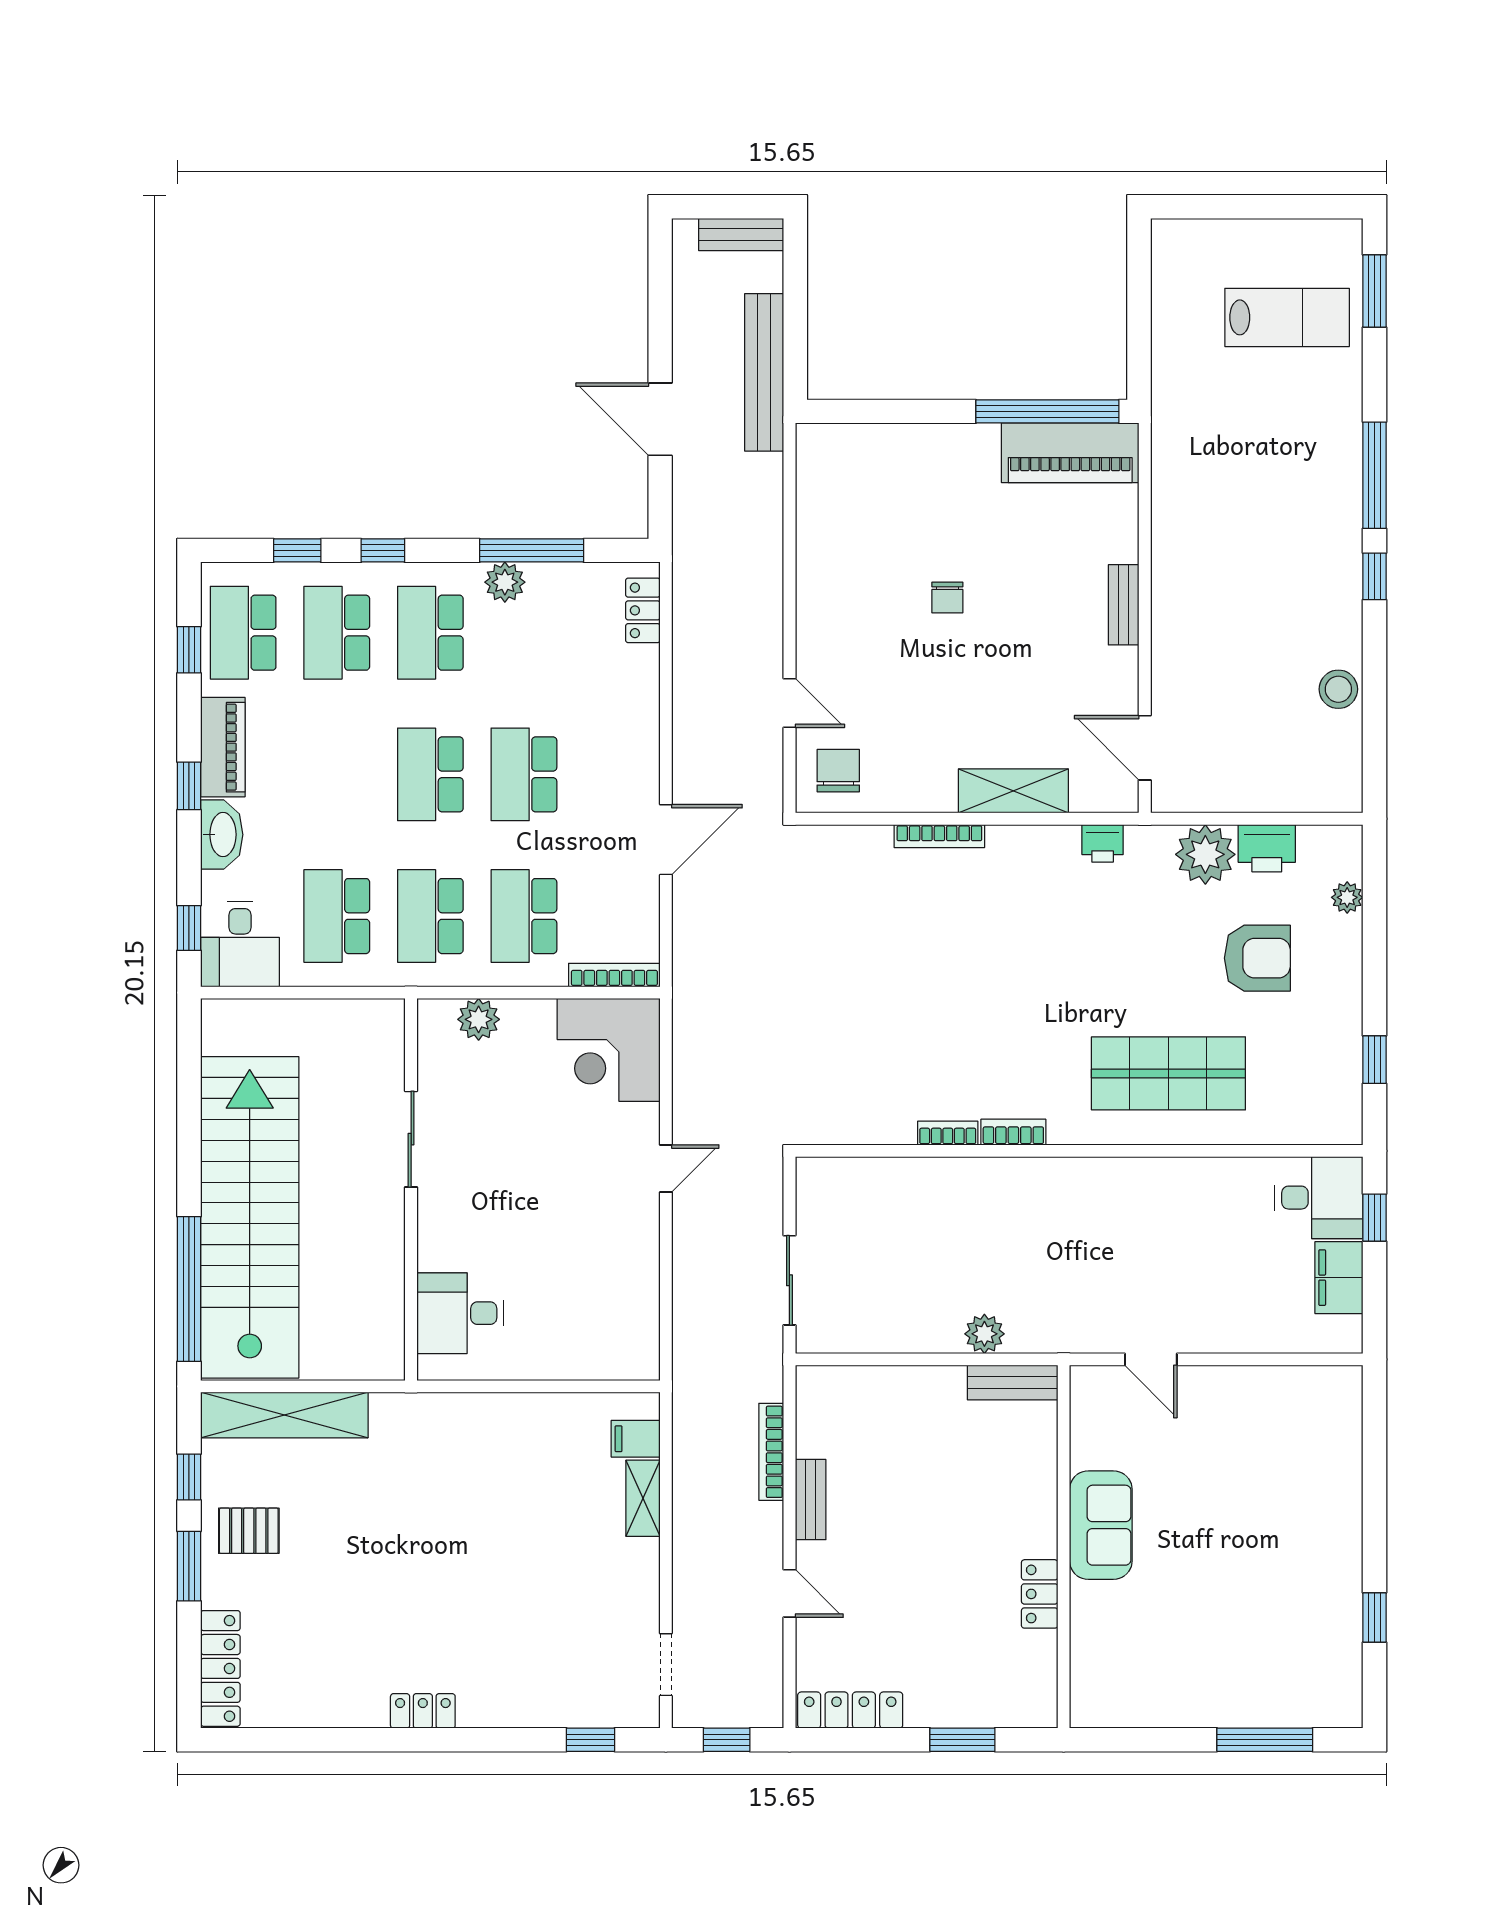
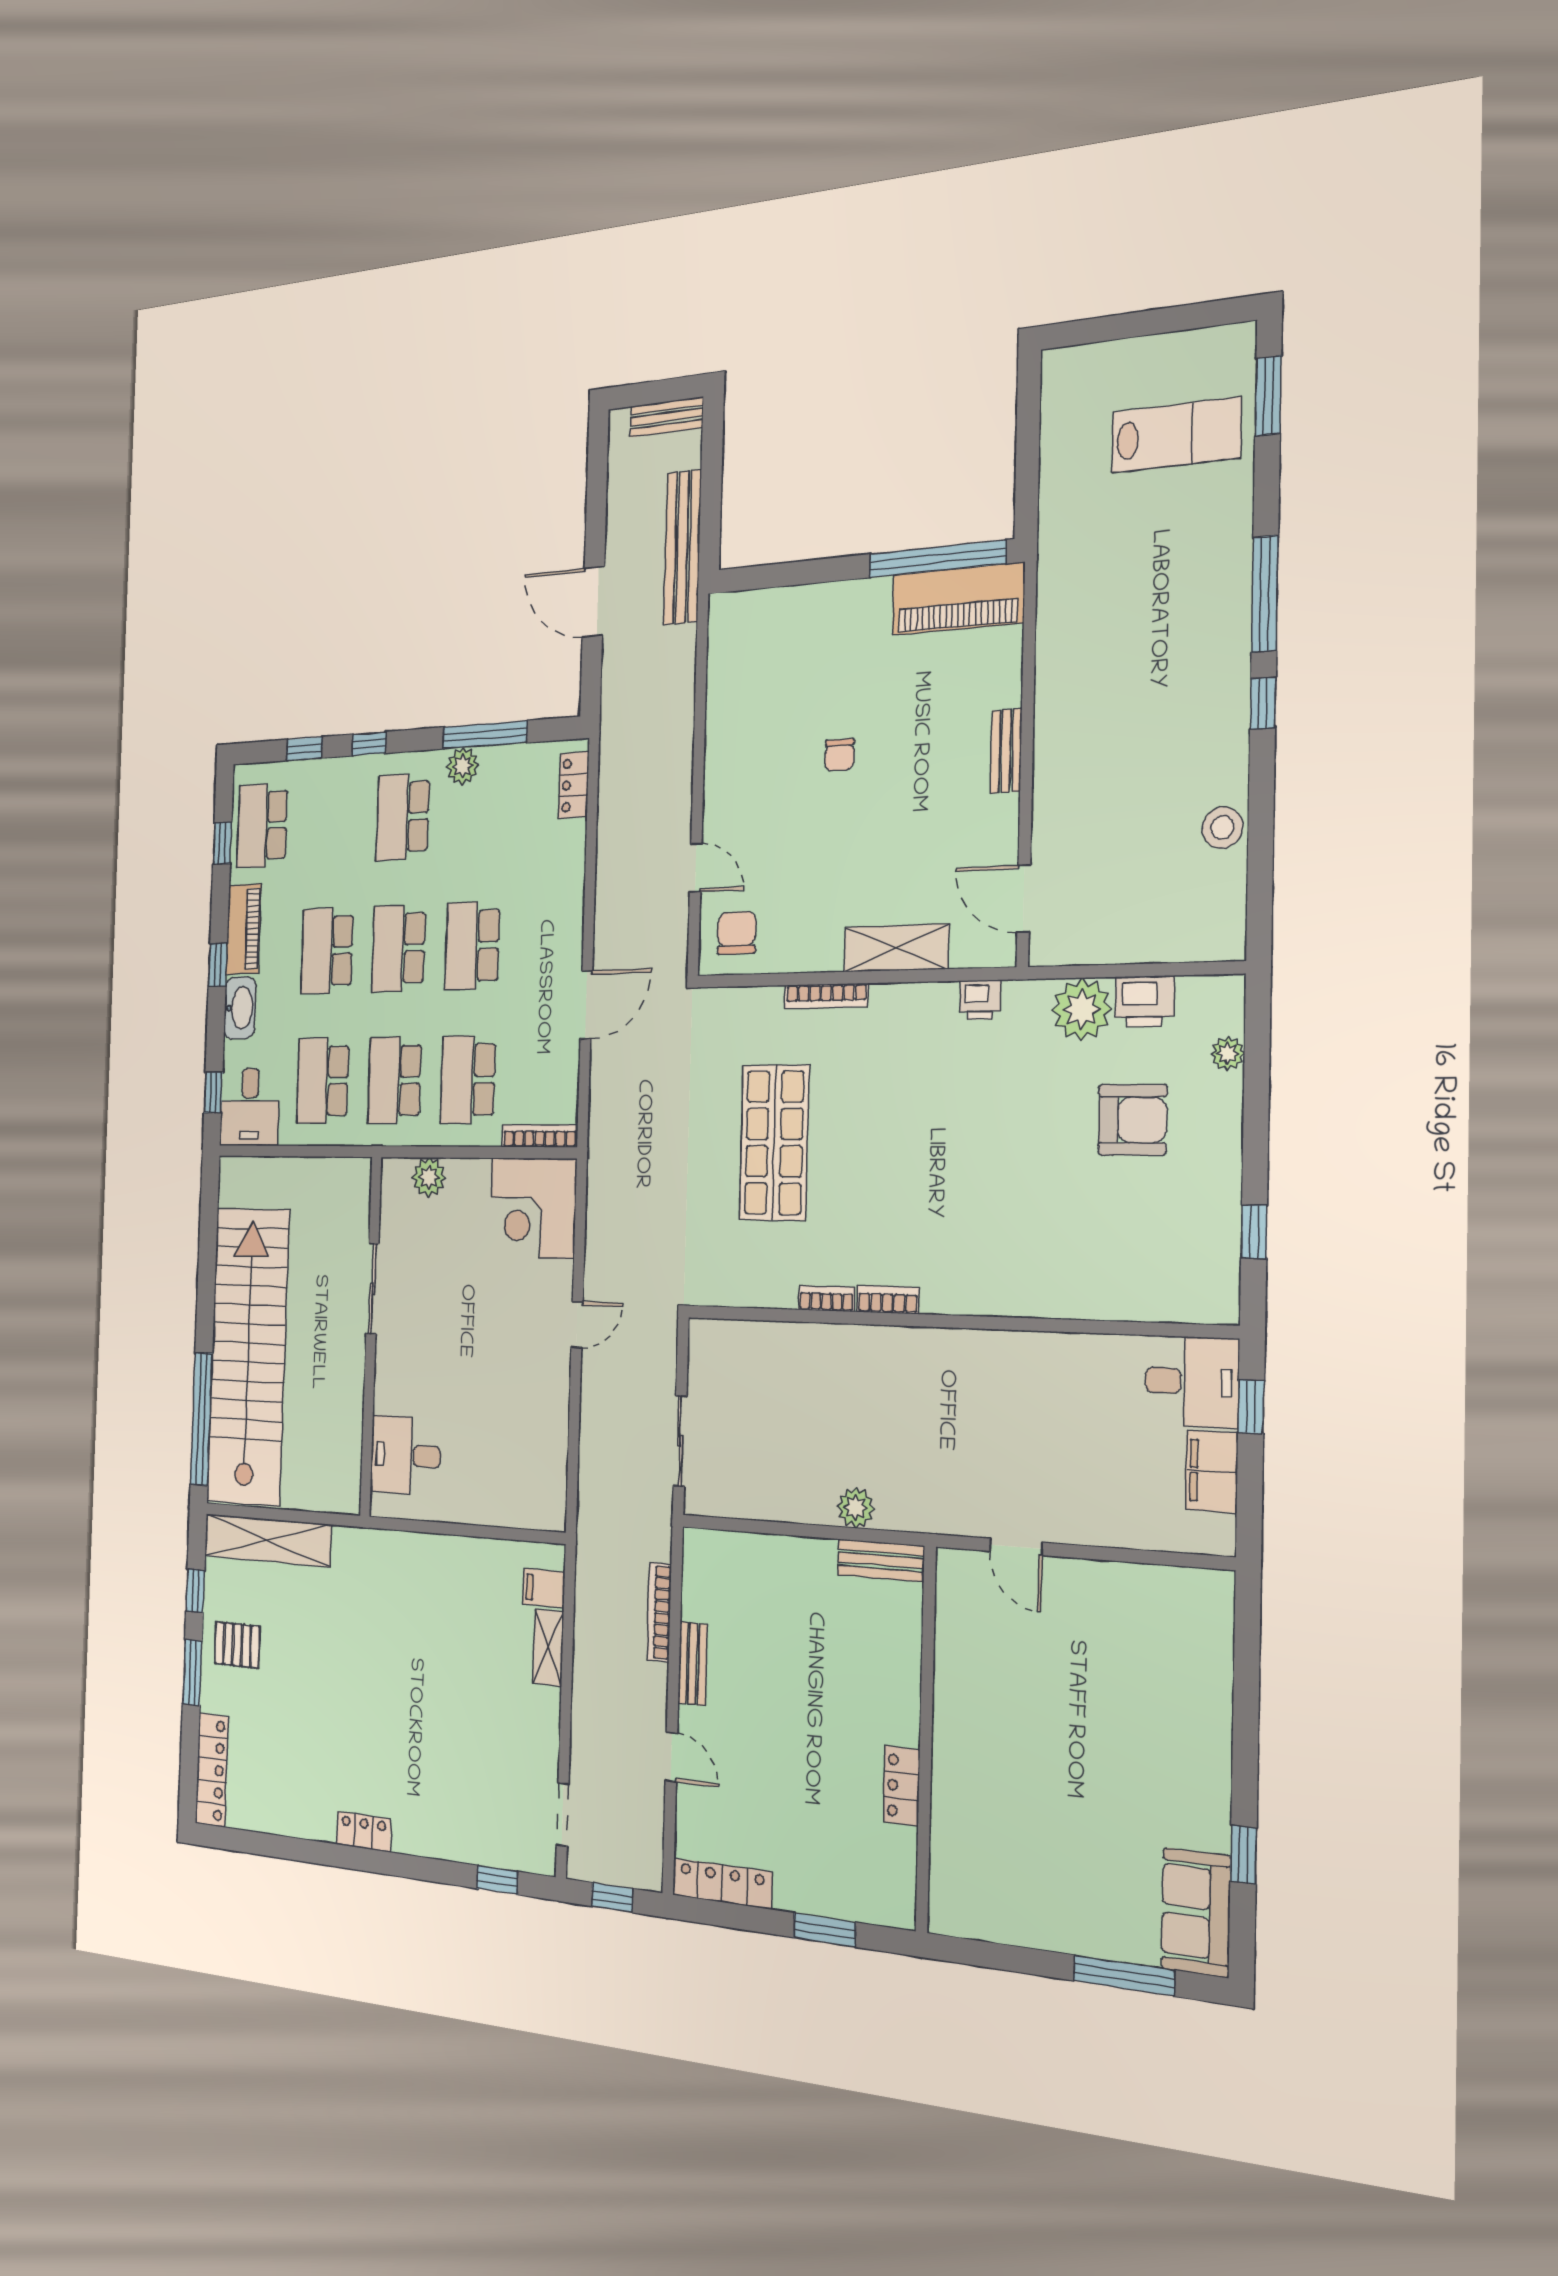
school desk: (337, 633) -> (327, 951), moved
shop shelf: (1168, 1073) -> (774, 1143), moved, turned 90
sofa: (1101, 1525) -> (1196, 1912), moved, turned 180

